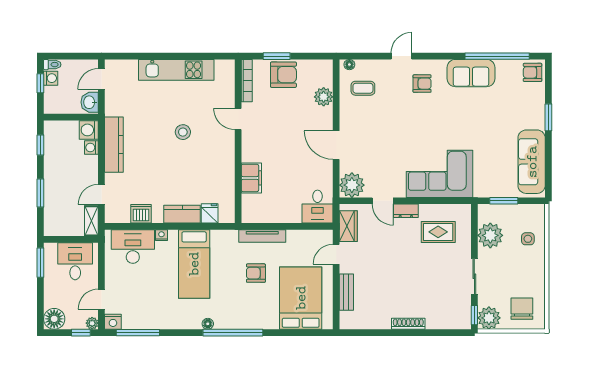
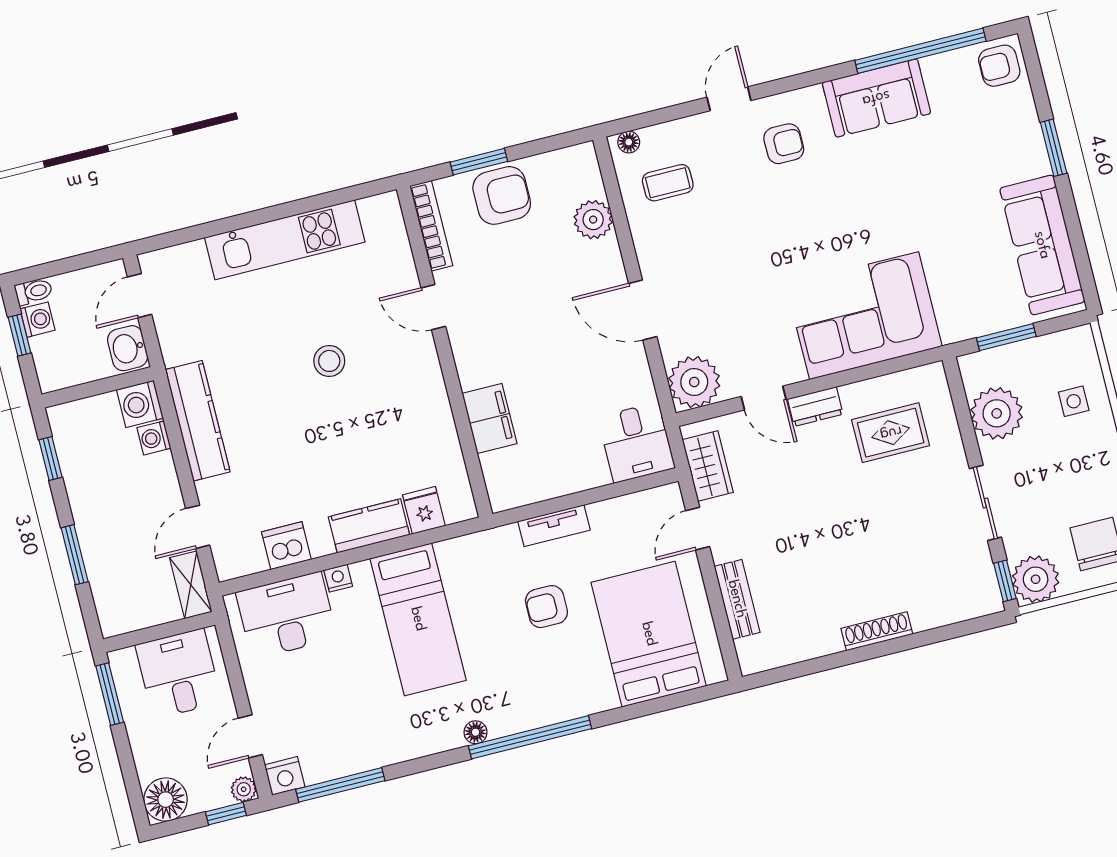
tv unit: (262, 236) -> (554, 526), width x0.71

